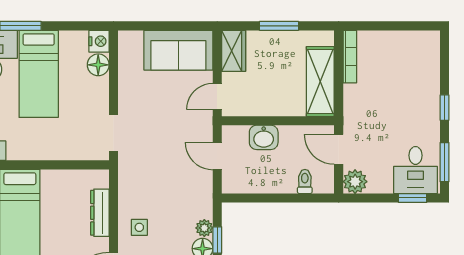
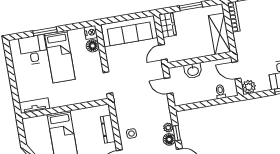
sofa: (178, 50) -> (129, 31), width x1.36

